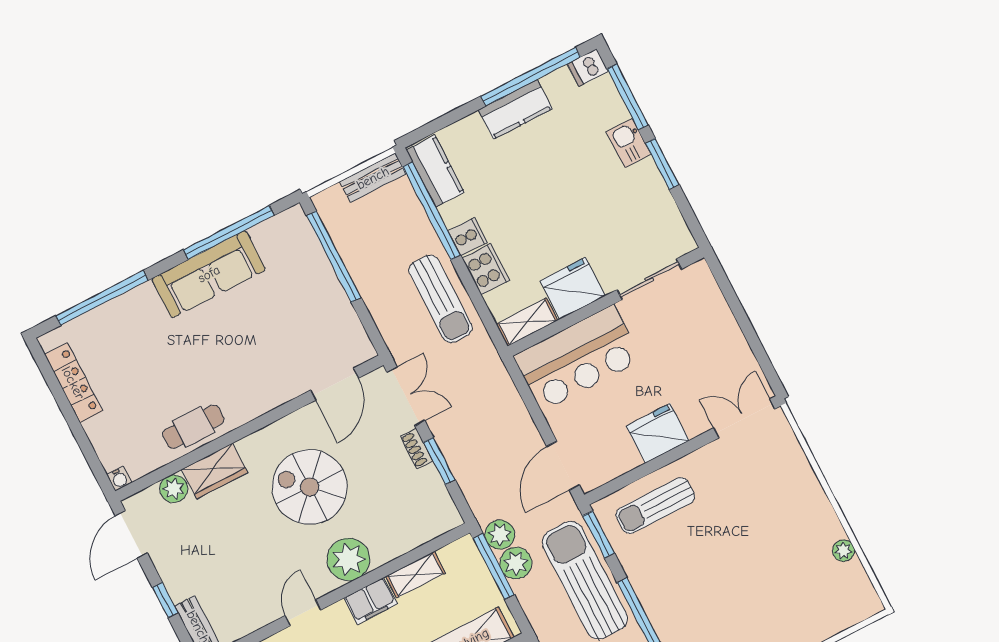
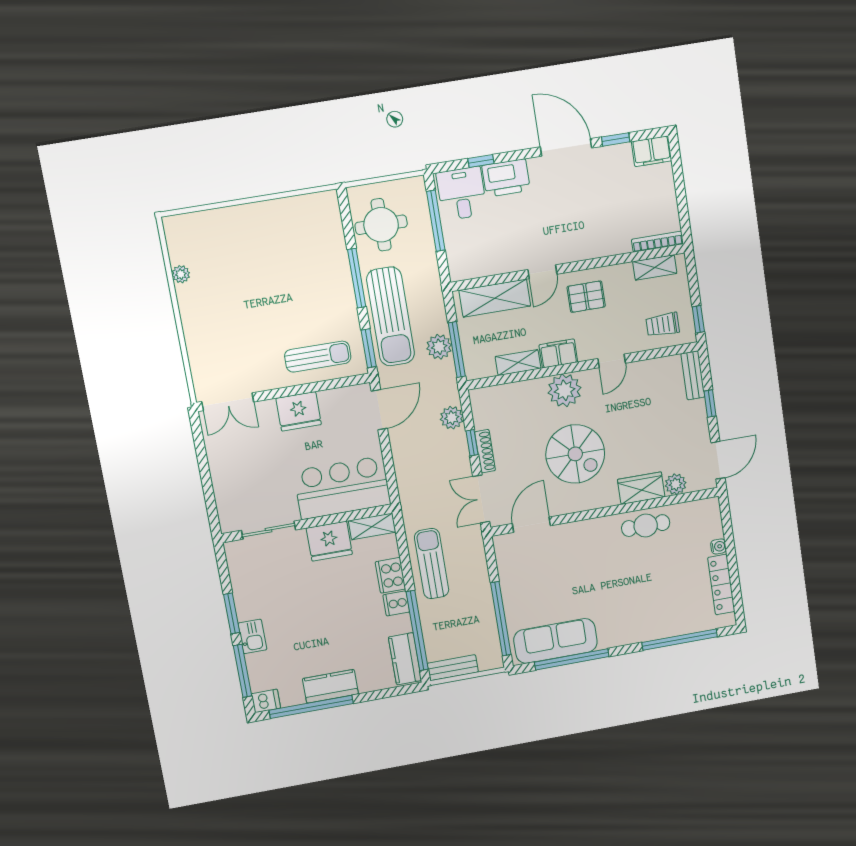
sofa: (209, 274) -> (556, 641), moved
shoe rack: (417, 449) -> (485, 451), width x1.43
window: (439, 461) -> (472, 443), width x0.67
water cooler: (119, 479) -> (718, 546), moved, turned 90
plant: (500, 535) -> (452, 418), moved

